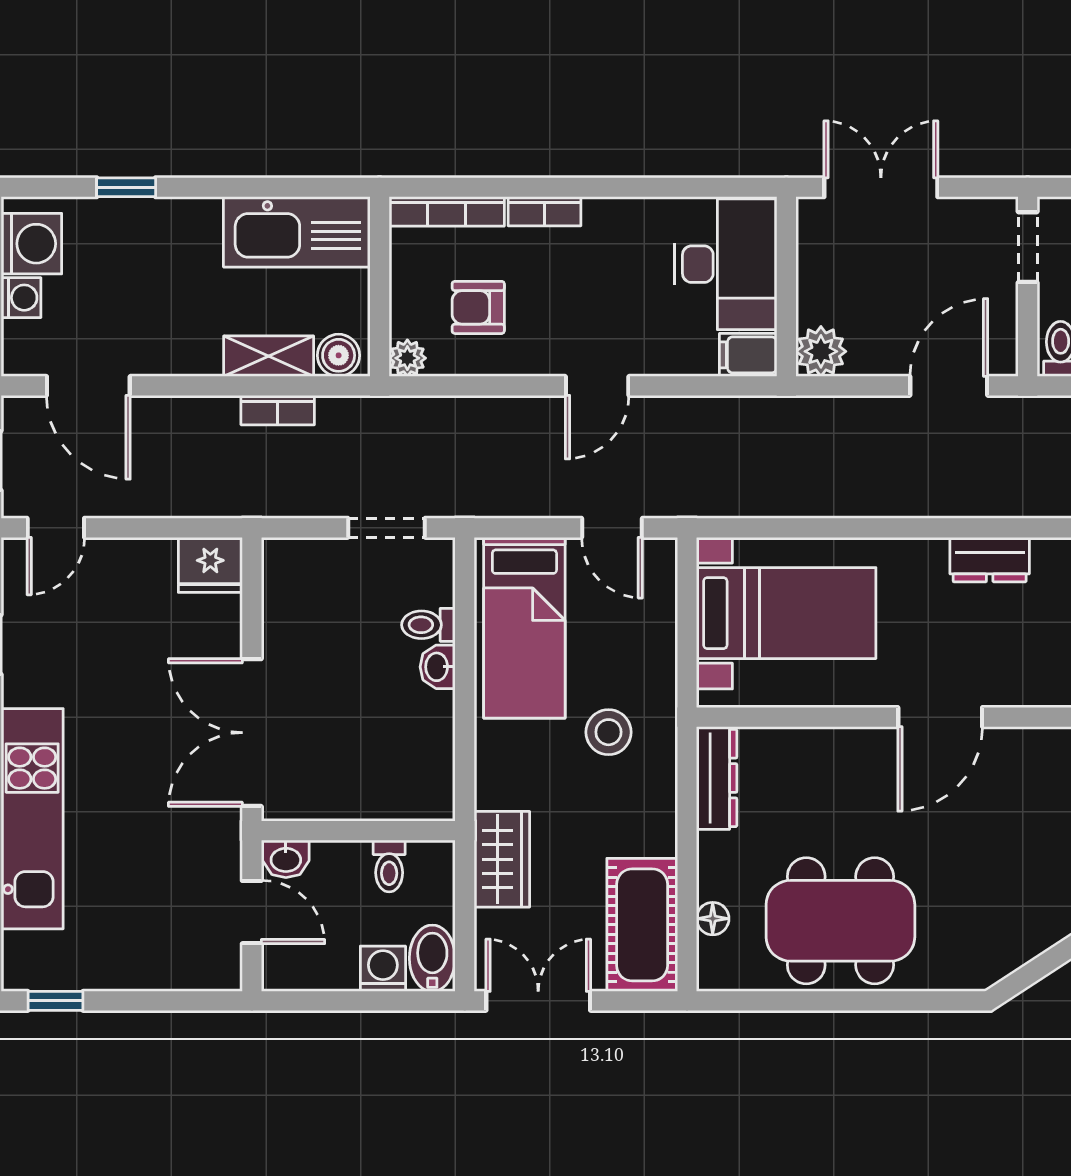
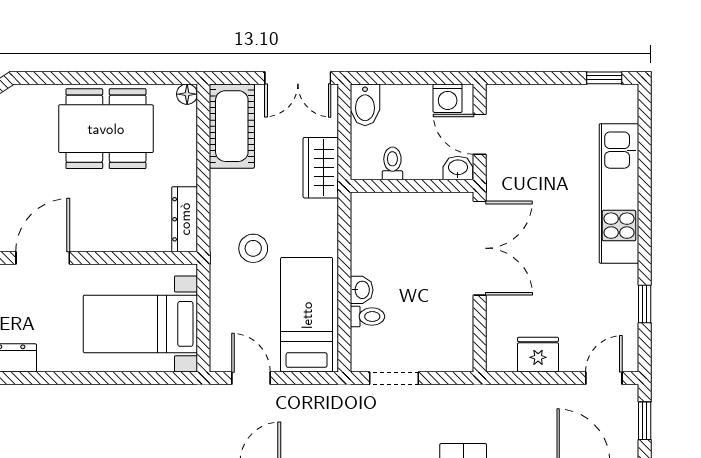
fridge: (210, 565) -> (538, 355), moved
floor lamp: (713, 919) -> (187, 94), moved
washing machine: (383, 969) -> (448, 98), moved

